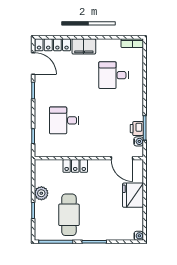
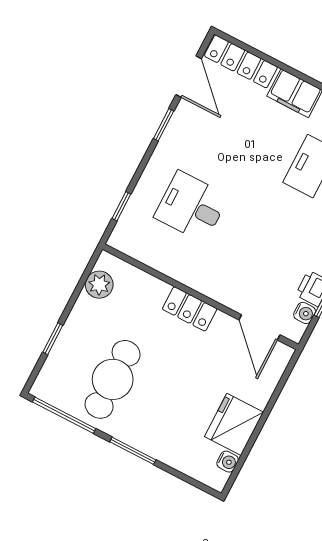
locker: (75, 166) -> (190, 309), moved
plant: (41, 193) -> (99, 285), moved
fridge: (133, 195) -> (234, 424), moved
water cooler: (139, 236) -> (228, 462), moved

